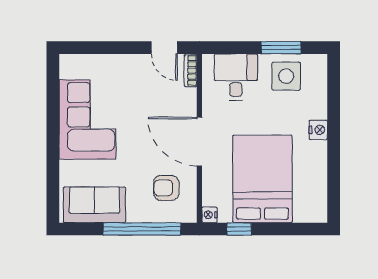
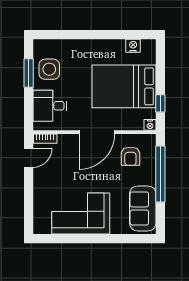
nightstand: (318, 130) -> (133, 46), moved

